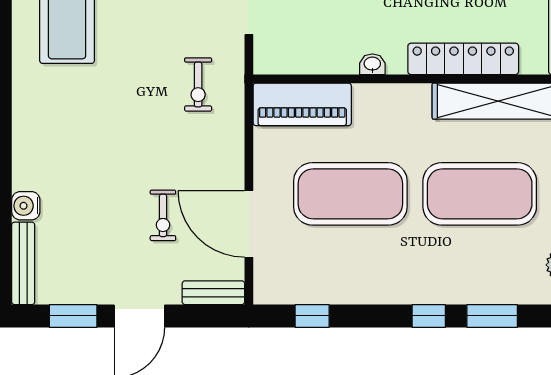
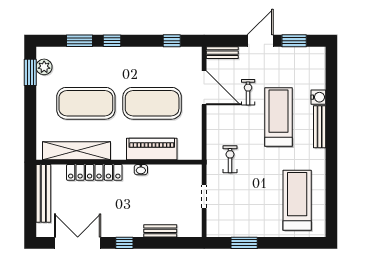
piano: (302, 104) -> (152, 149), moved
treadmill: (104, 167) -> (278, 117), added
bench: (23, 263) -> (320, 127), moved

